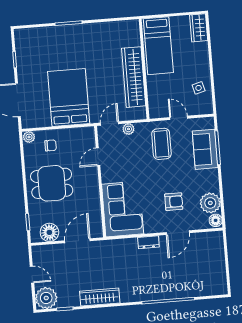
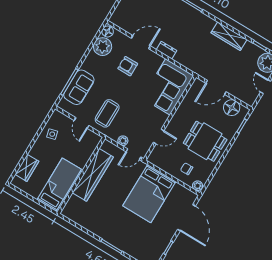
wardrobe: (199, 28) -> (27, 168), moved

